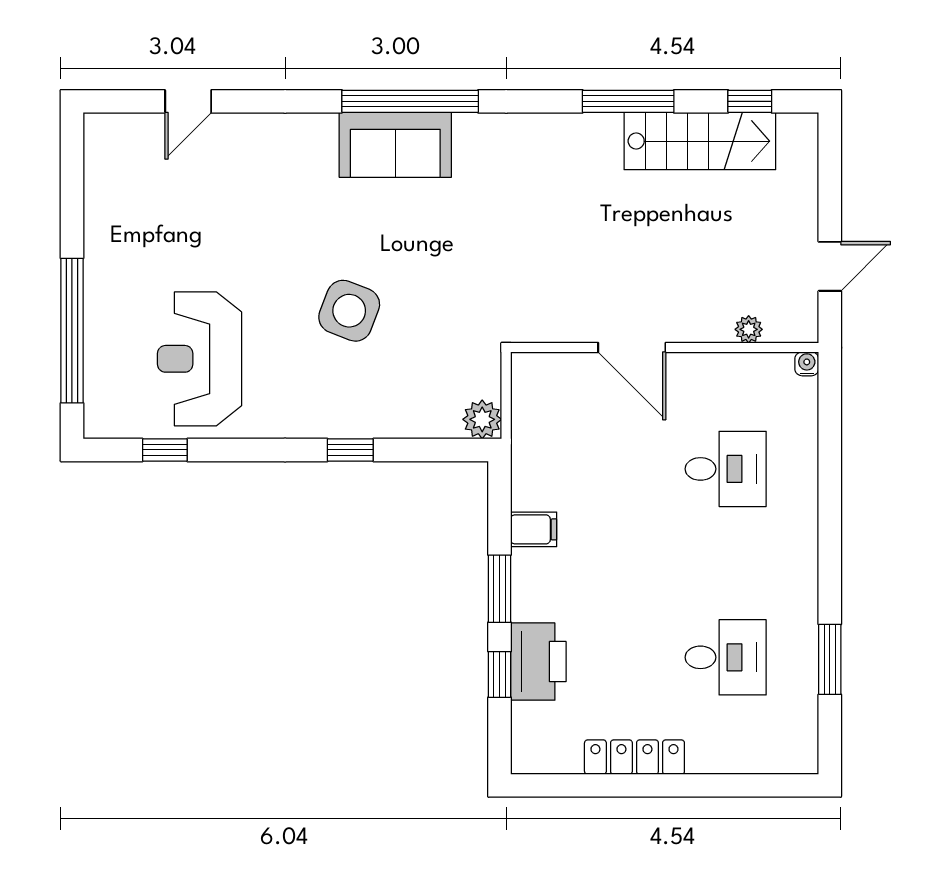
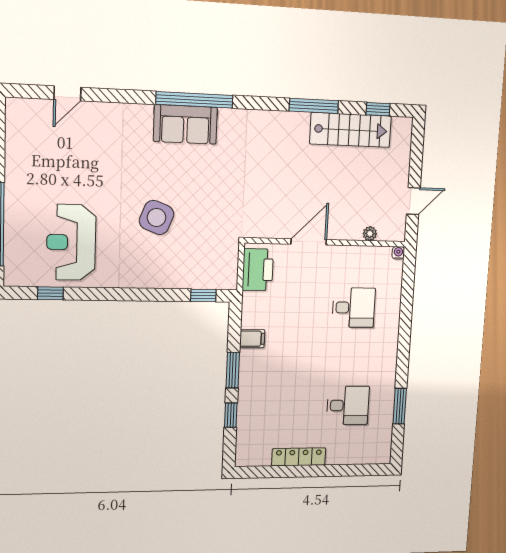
door: (632, 348) -> (309, 242), swing flipped
plant: (482, 419) -> (227, 279), removed
window: (350, 450) -> (203, 295), moved
printer: (538, 662) -> (258, 270), moved

